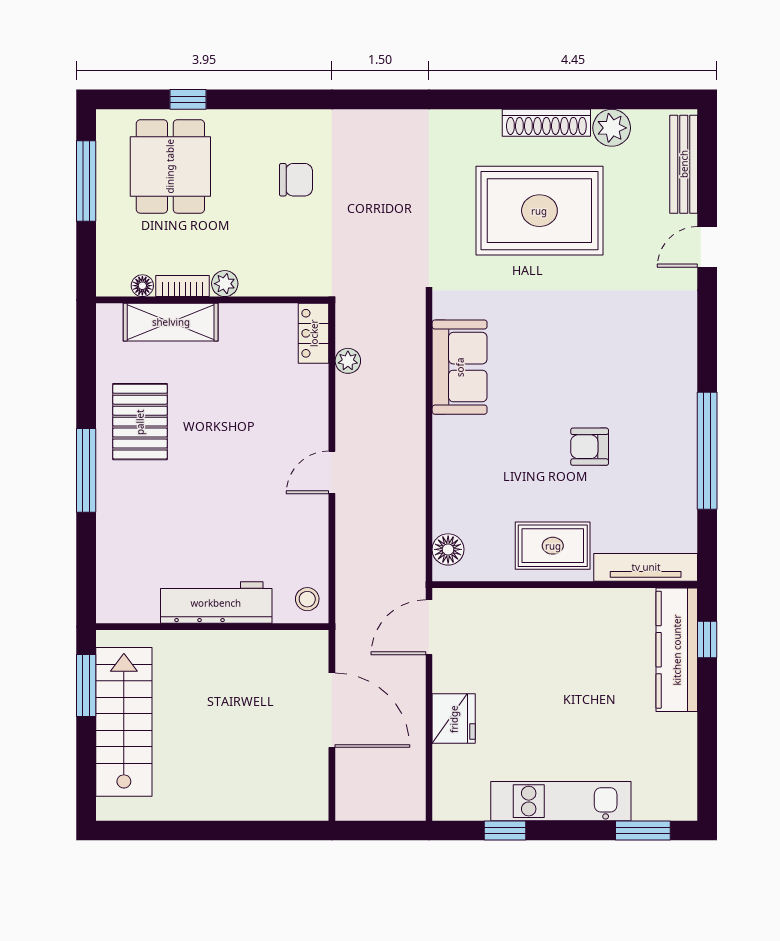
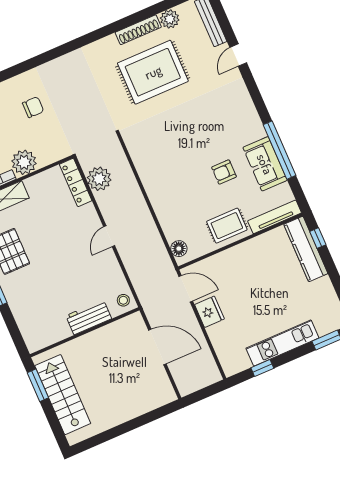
plant: (225, 284) -> (24, 162), width x1.88, depth x1.88
locker: (314, 333) -> (76, 182), width x1.53
plant: (348, 361) -> (99, 179), width x1.88, depth x1.88
sofa: (460, 367) -> (265, 164), moved, turned 180
workbench: (216, 603) -> (89, 317), width x0.73
door: (429, 627) -> (186, 289), swing flipped
fridge: (454, 719) -> (209, 312), moved

